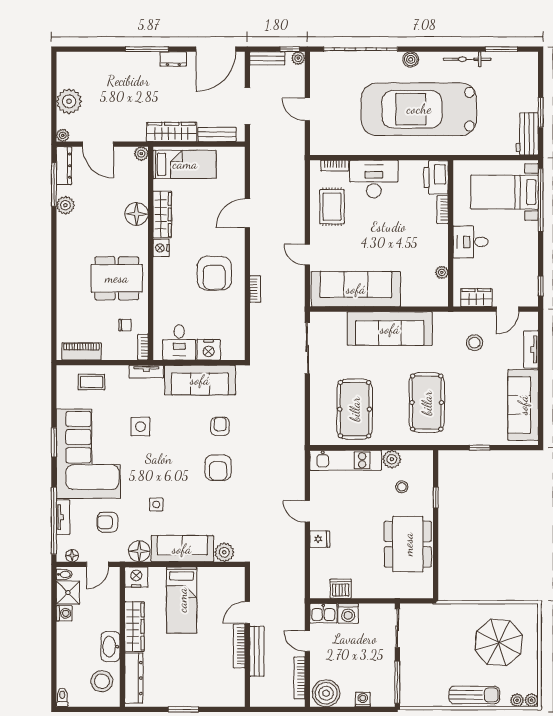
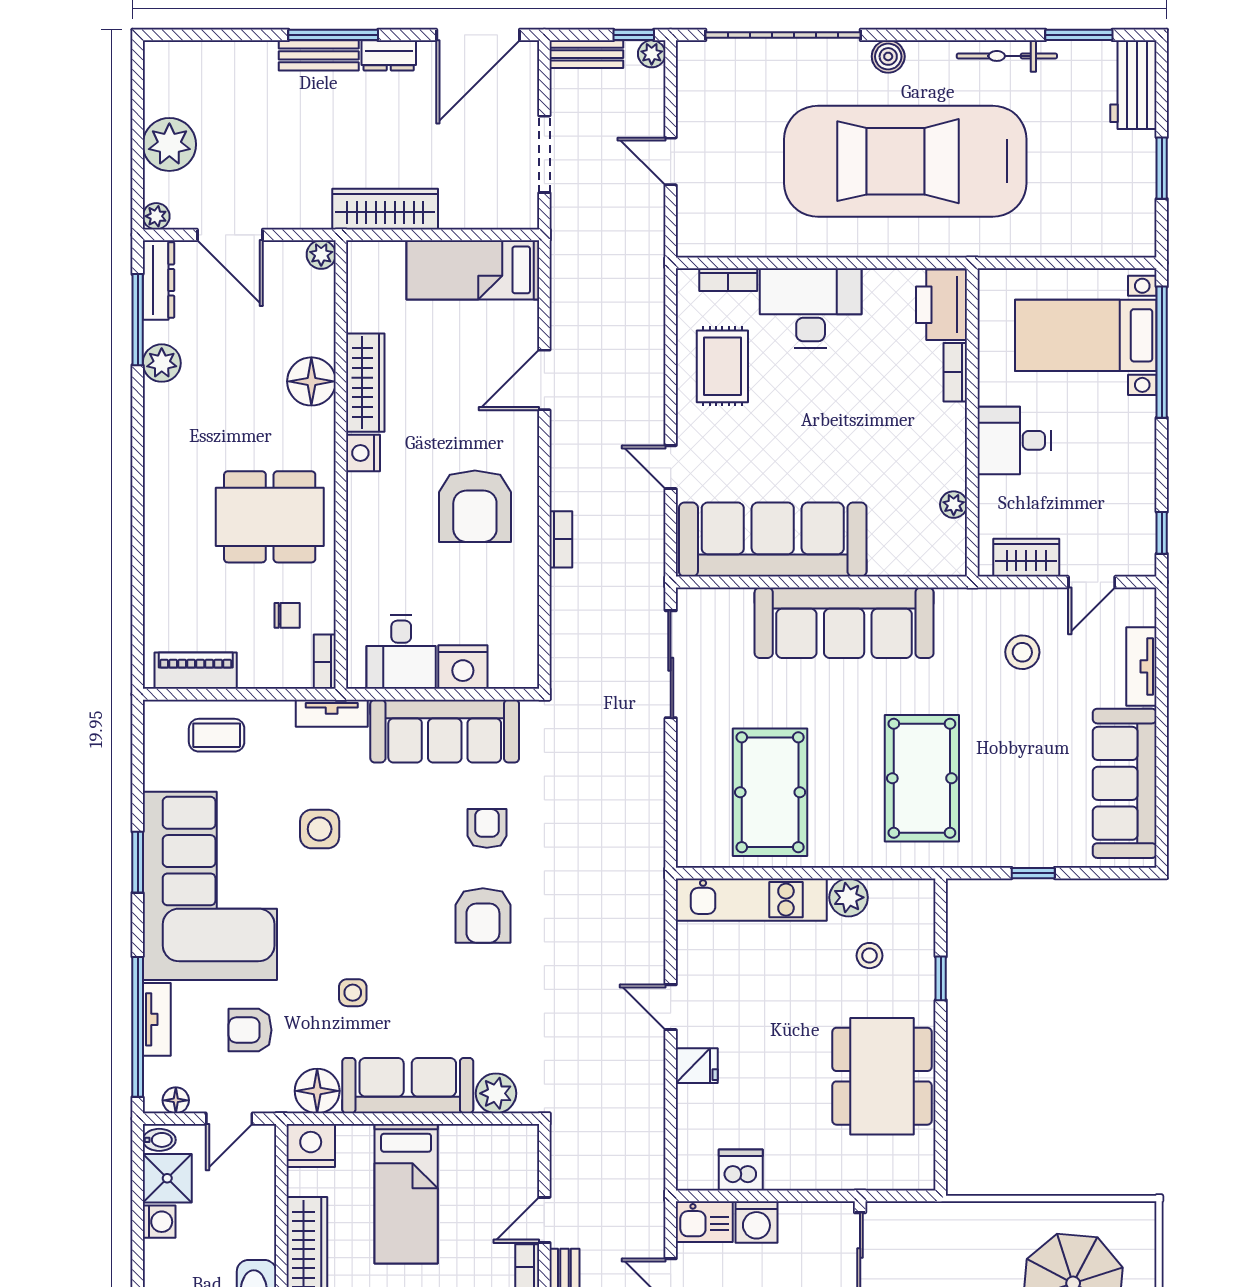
bench: (217, 134) -> (319, 55), moved
workbench: (527, 134) -> (1133, 85), moved
bed: (185, 164) -> (473, 270), moved, turned 180

